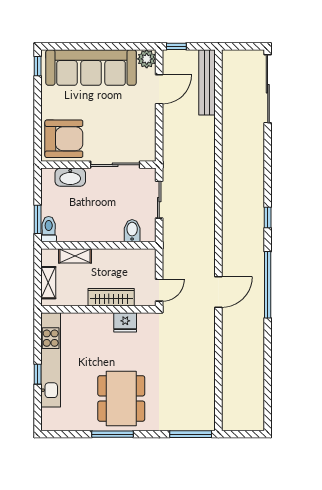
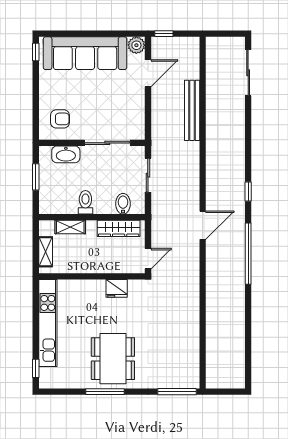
bench: (207, 82) -> (192, 110), moved
sliding door: (268, 89) -> (248, 73), width x0.73
armchair: (64, 139) -> (60, 119), width x0.53, depth x0.53
window: (38, 219) -> (36, 177), moved
toilet: (49, 229) -> (85, 202), moved
door: (218, 292) -> (203, 225), moved
wardrobe: (111, 297) -> (119, 228), moved, turned 180
window: (38, 374) -> (36, 368), moved

